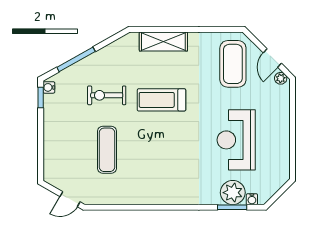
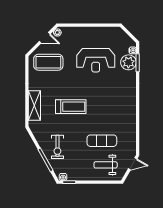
exercise bike: (107, 95) -> (57, 147), moved
treadmill: (161, 100) -> (71, 107), turned -90
weight bench: (68, 156) -> (106, 165), added
door: (70, 199) -> (133, 164), hinge flipped

